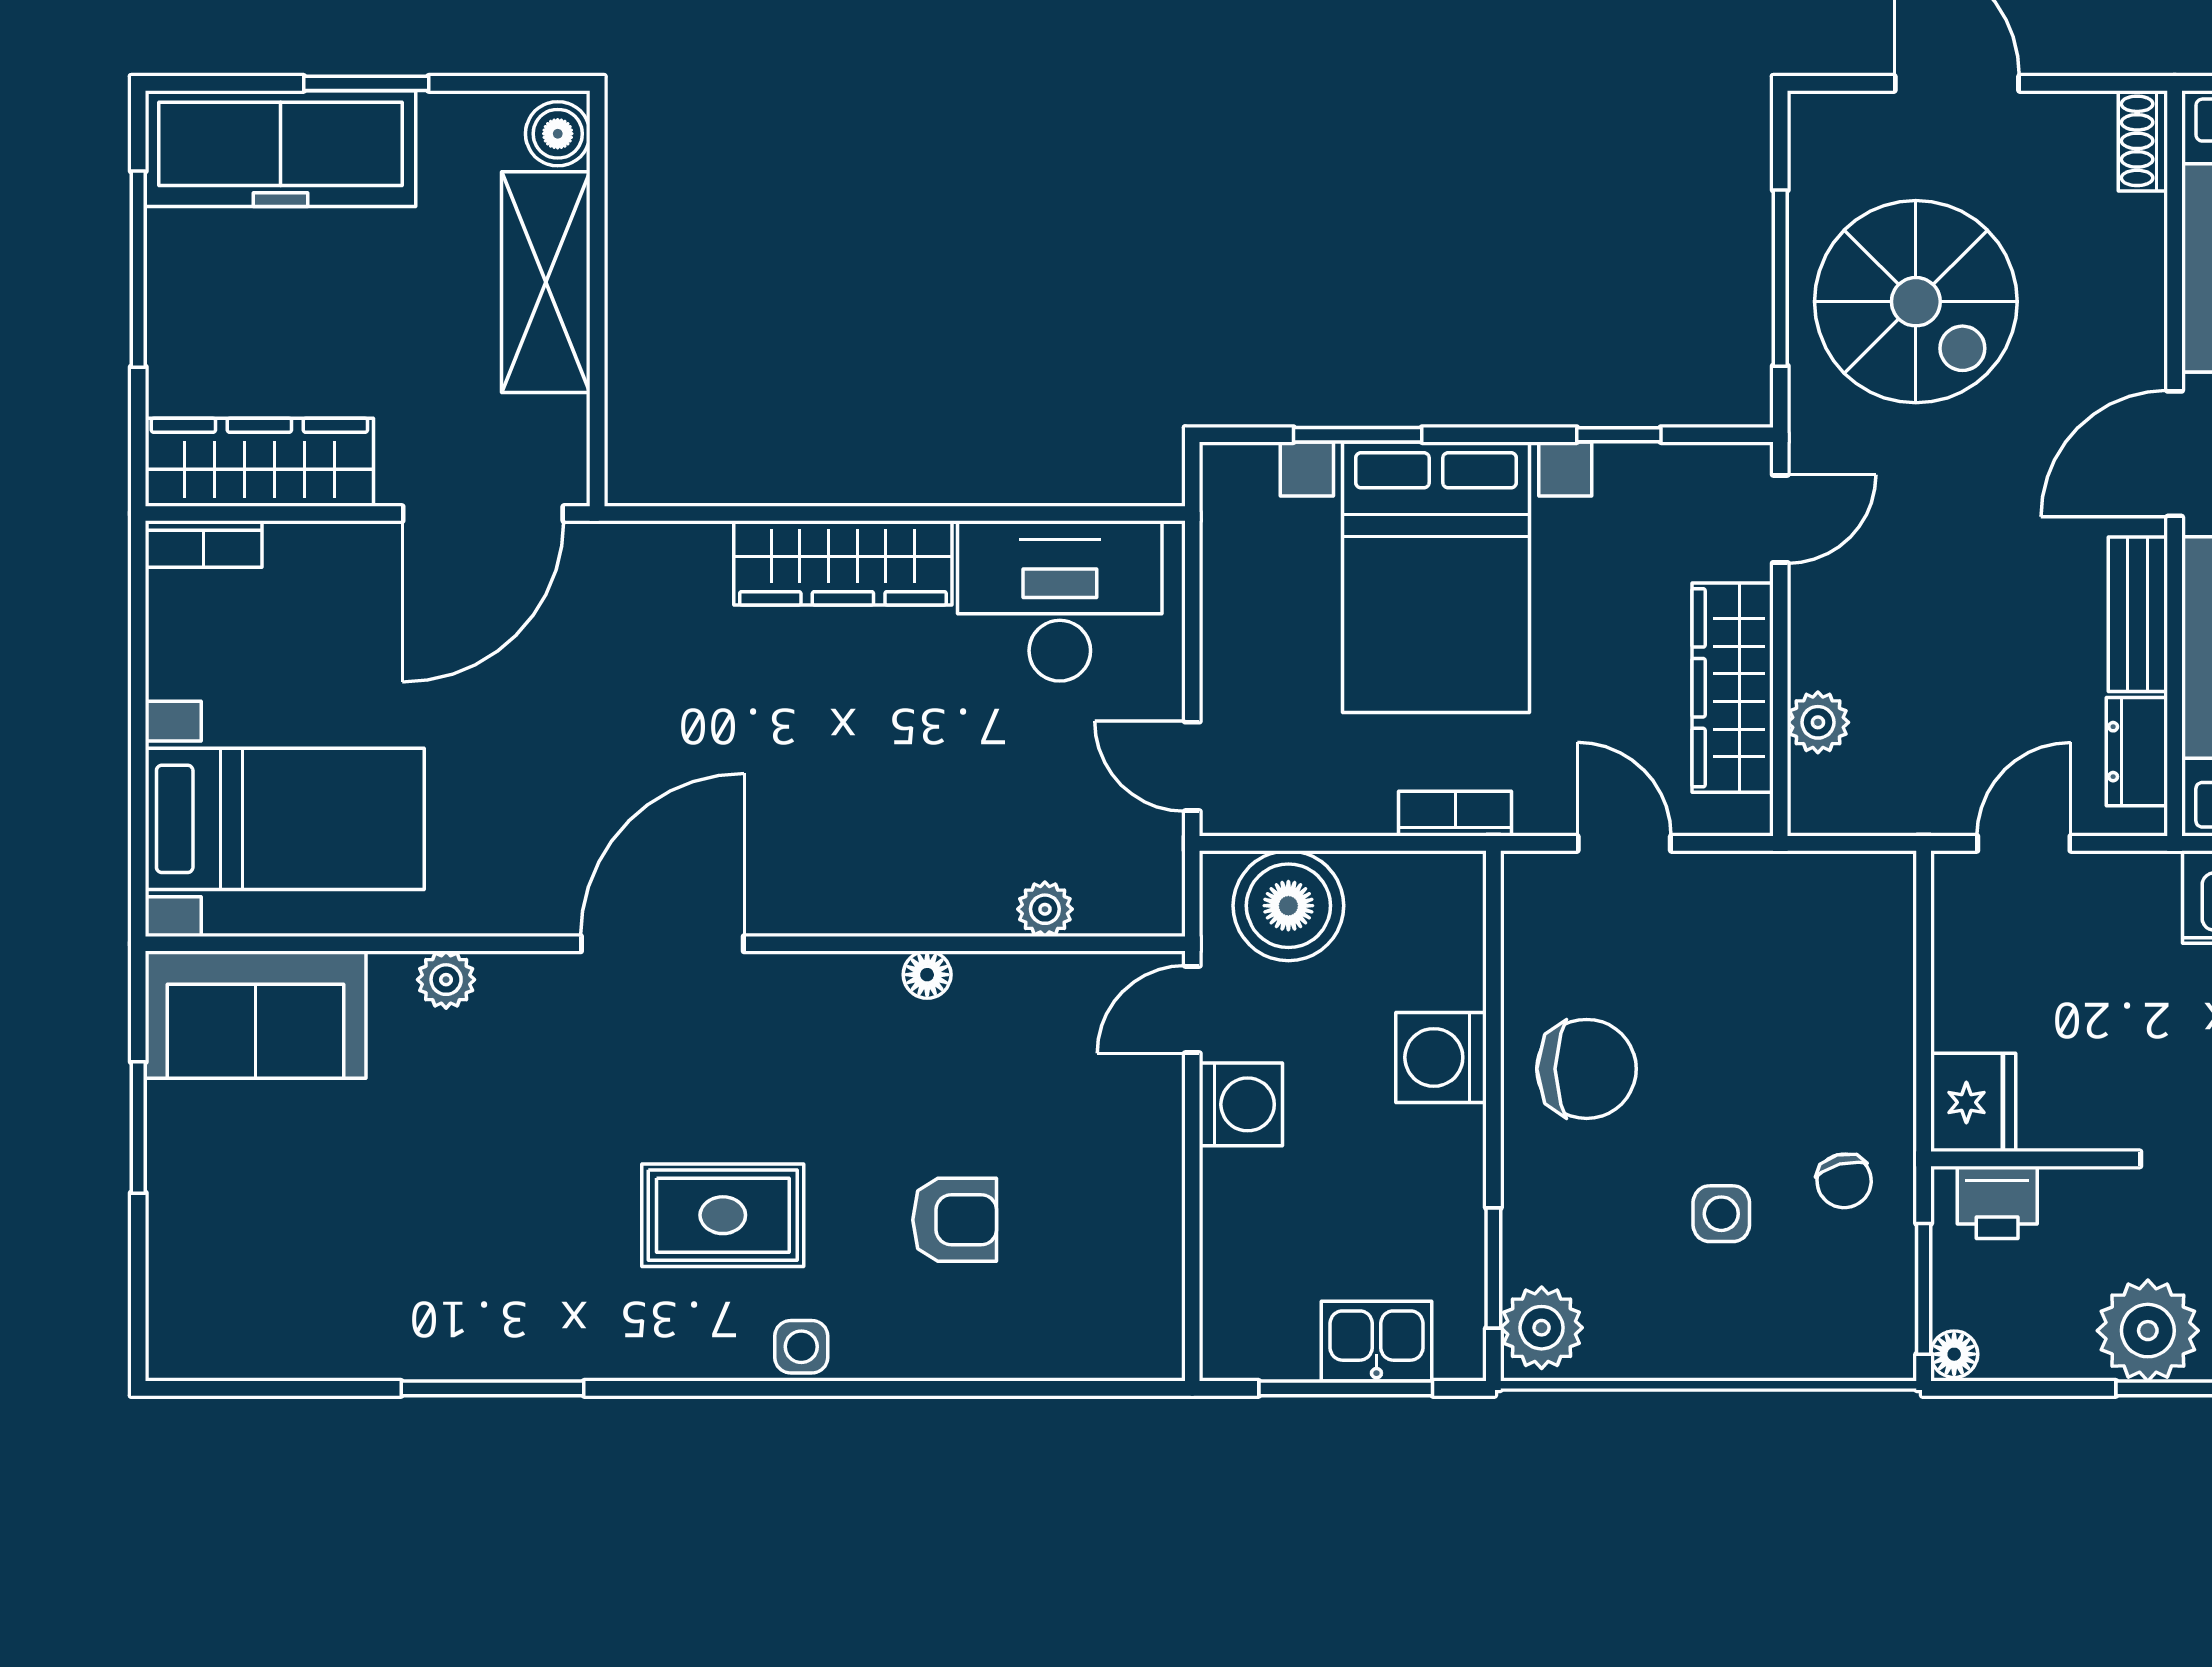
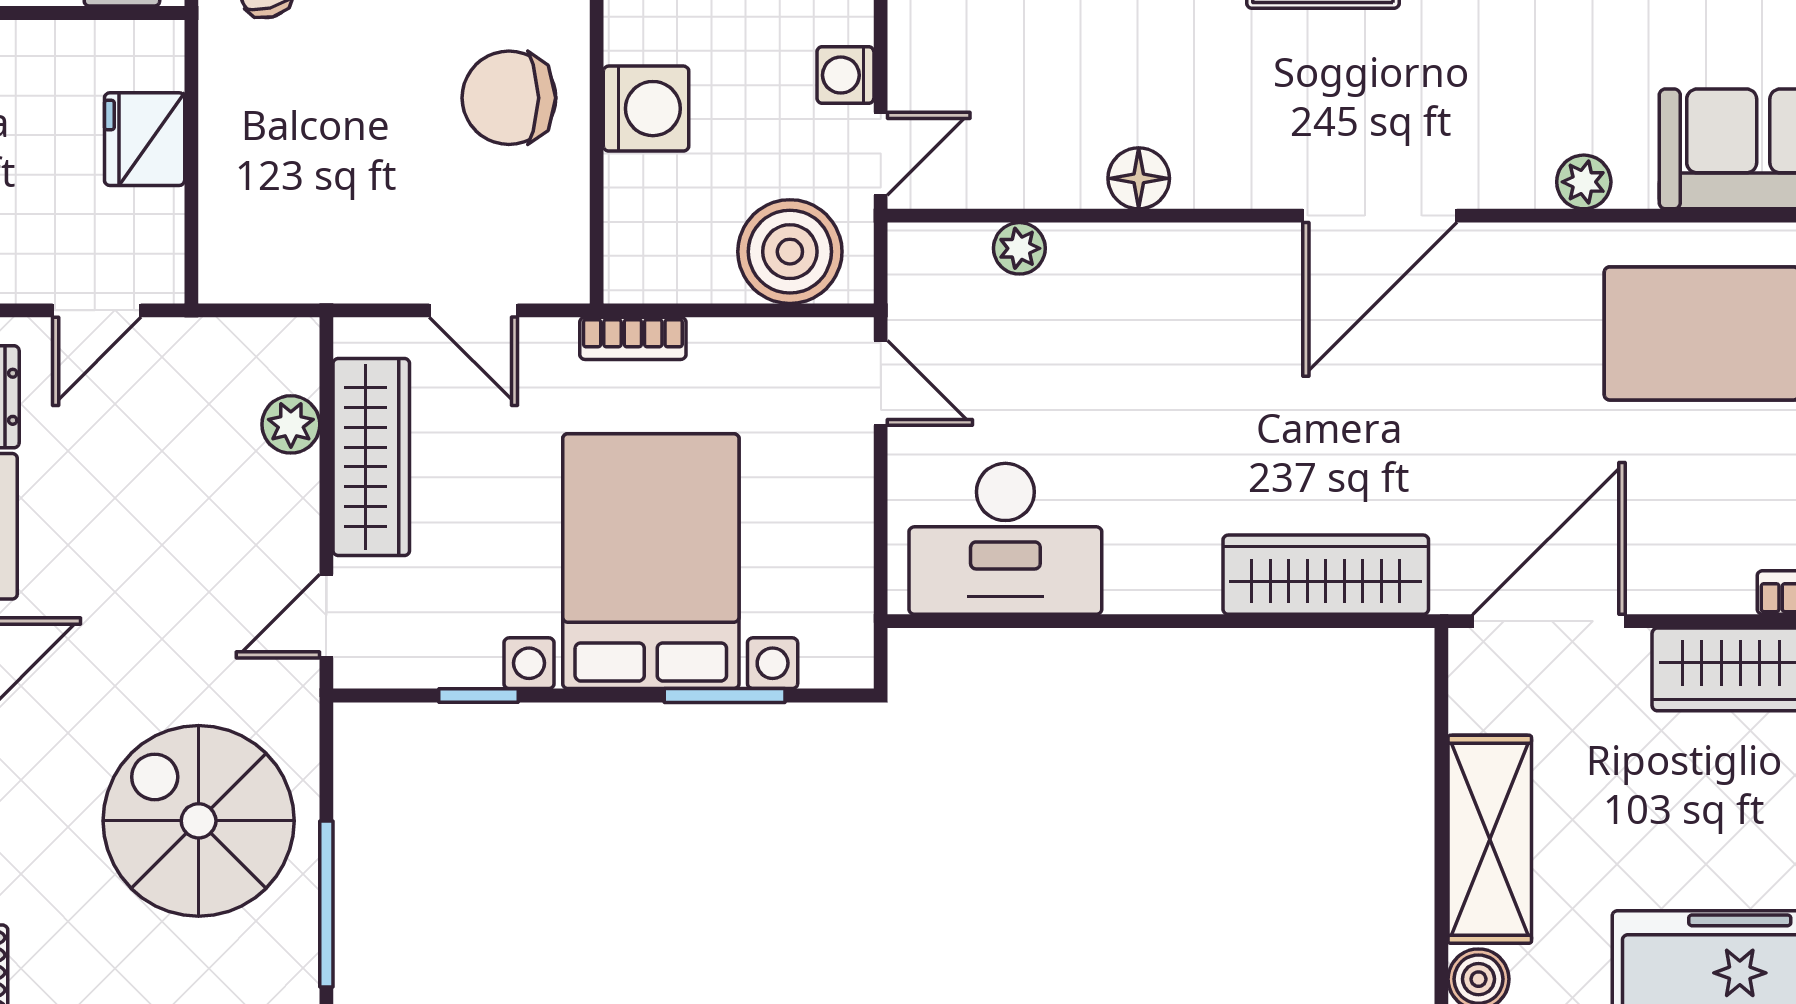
window: (1780, 278) -> (326, 904), moved
wardrobe: (843, 563) -> (1326, 575), moved
floor lamp: (927, 975) -> (1139, 178), width x1.37, depth x1.37
fridge: (1973, 1102) -> (145, 139), moved
washing machine: (1241, 1104) -> (845, 75), width x0.73, depth x0.73

